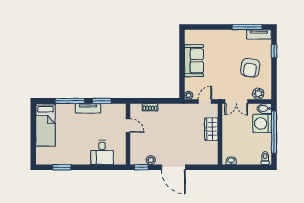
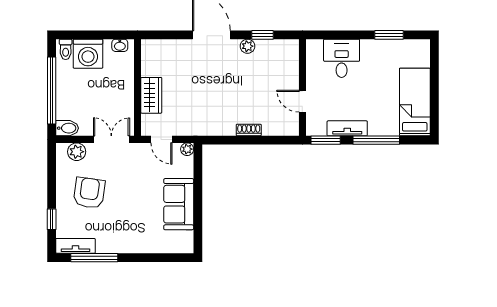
door: (205, 101) -> (162, 139), hinge flipped
washing machine: (262, 123) -> (88, 54), moved, turned 90
door: (128, 125) -> (302, 101), moved
wall: (128, 134) -> (302, 88), moved
desk: (102, 152) -> (342, 58), moved

